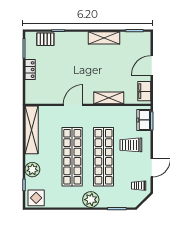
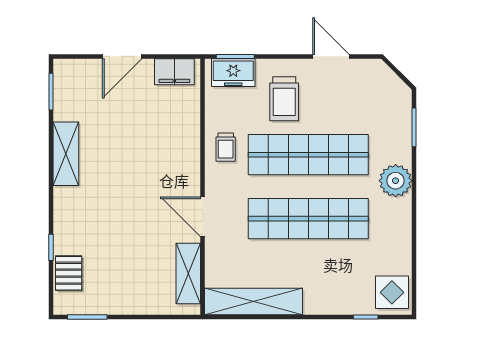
door: (152, 65) -> (122, 56), hinge flipped
locker: (30, 70) -> (130, 304), removed
shelving: (109, 98) -> (188, 274), moved
plant: (32, 170) -> (334, 300), removed
trolley: (139, 186) -> (226, 147), moved

